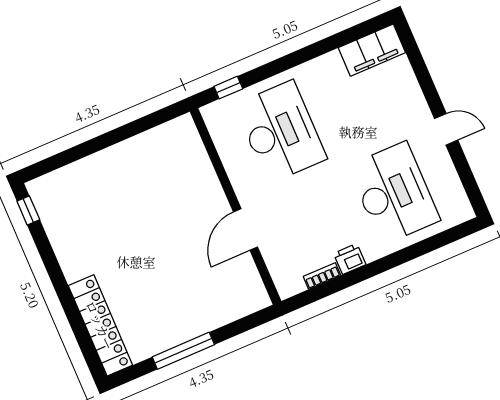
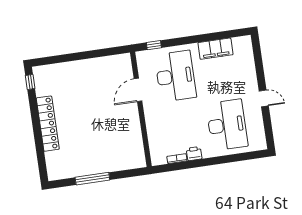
filing cabinet: (372, 50) -> (215, 49), moved
door: (245, 229) -> (138, 90), moved
locker: (100, 325) -> (48, 124), moved

